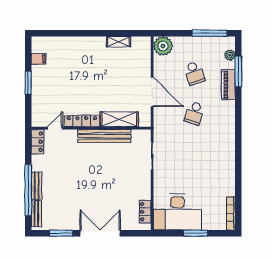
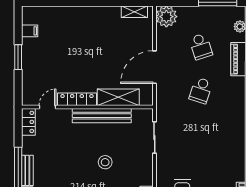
shelving: (119, 42) -> (134, 12), moved
door: (152, 92) -> (154, 67), swing flipped
stool: (107, 178) -> (105, 162), added

